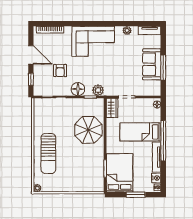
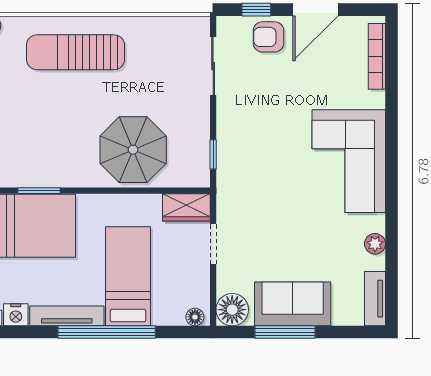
armchair: (60, 70) -> (268, 37), moved
floor lamp: (78, 89) -> (232, 310), moved
plant: (98, 90) -> (230, 173), removed

